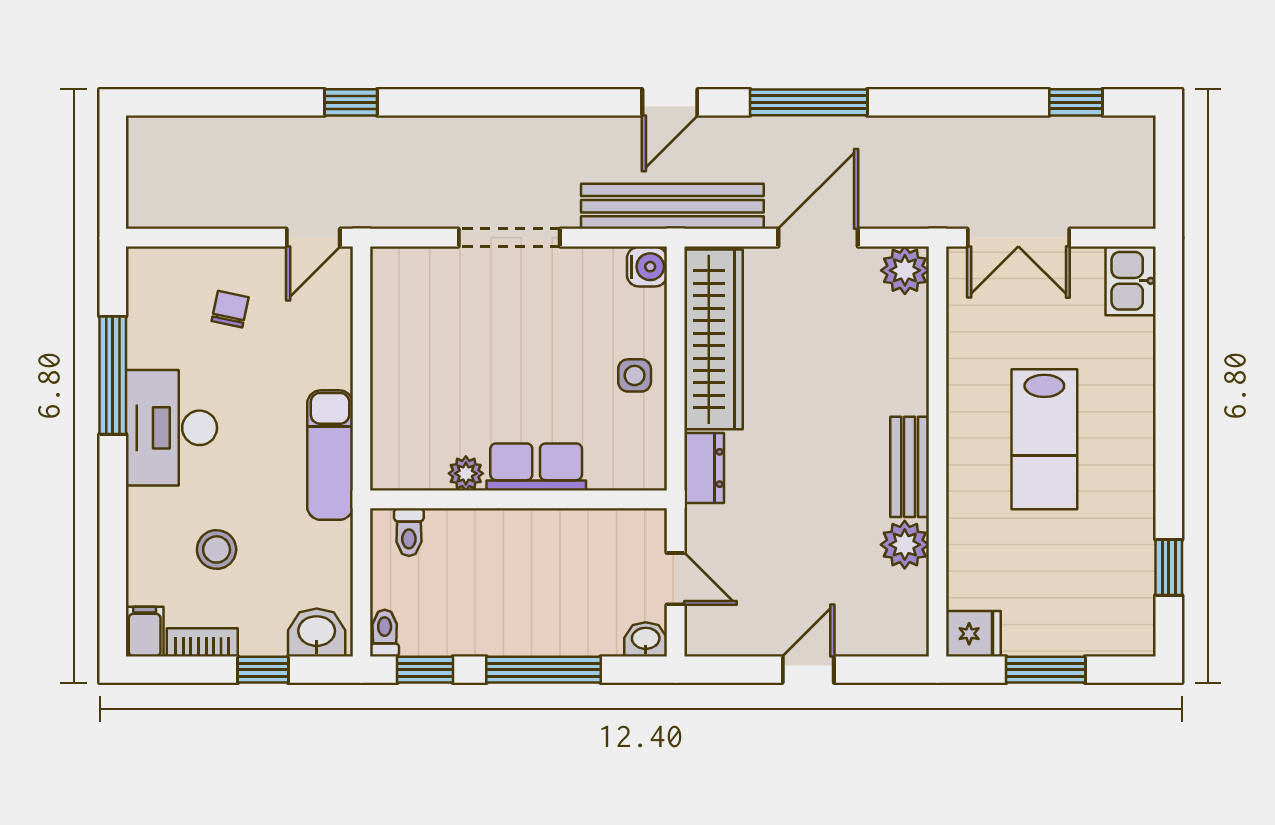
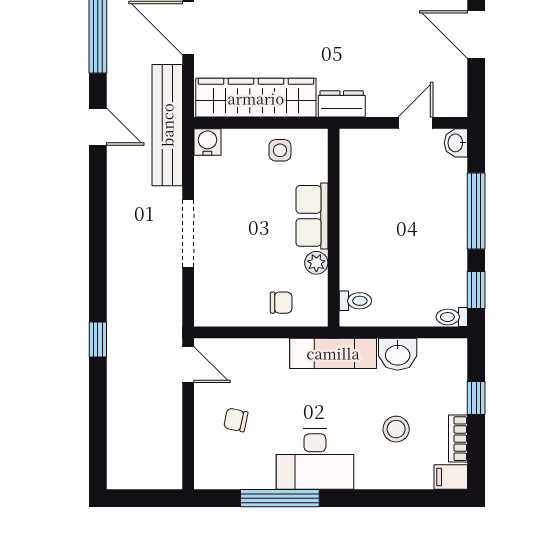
chair: (406, 377) -> (281, 303), added
row of seats: (536, 467) -> (312, 216), moved
plant: (466, 473) -> (316, 263), moved
wall: (519, 499) -> (334, 228), moved
toilet: (409, 532) -> (355, 301), moved
washbasin: (317, 632) -> (398, 354), moved, turned -90
door: (808, 670) -> (476, 34), width x1.37

